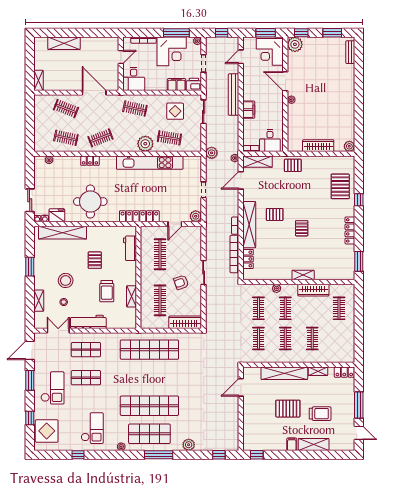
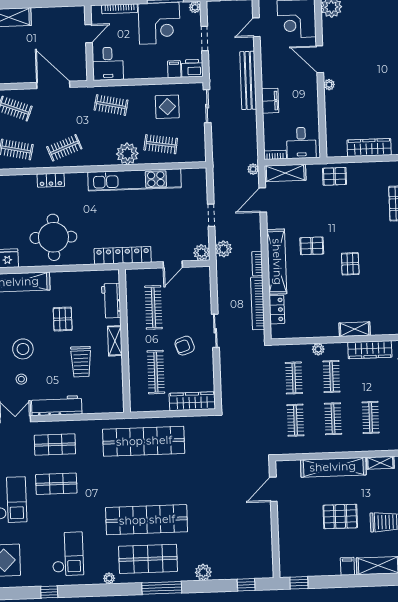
filing cabinet: (176, 85) -> (174, 69), width x0.50
plant: (212, 153) -> (224, 249), moved
shelving: (131, 296) -> (115, 341), moved

